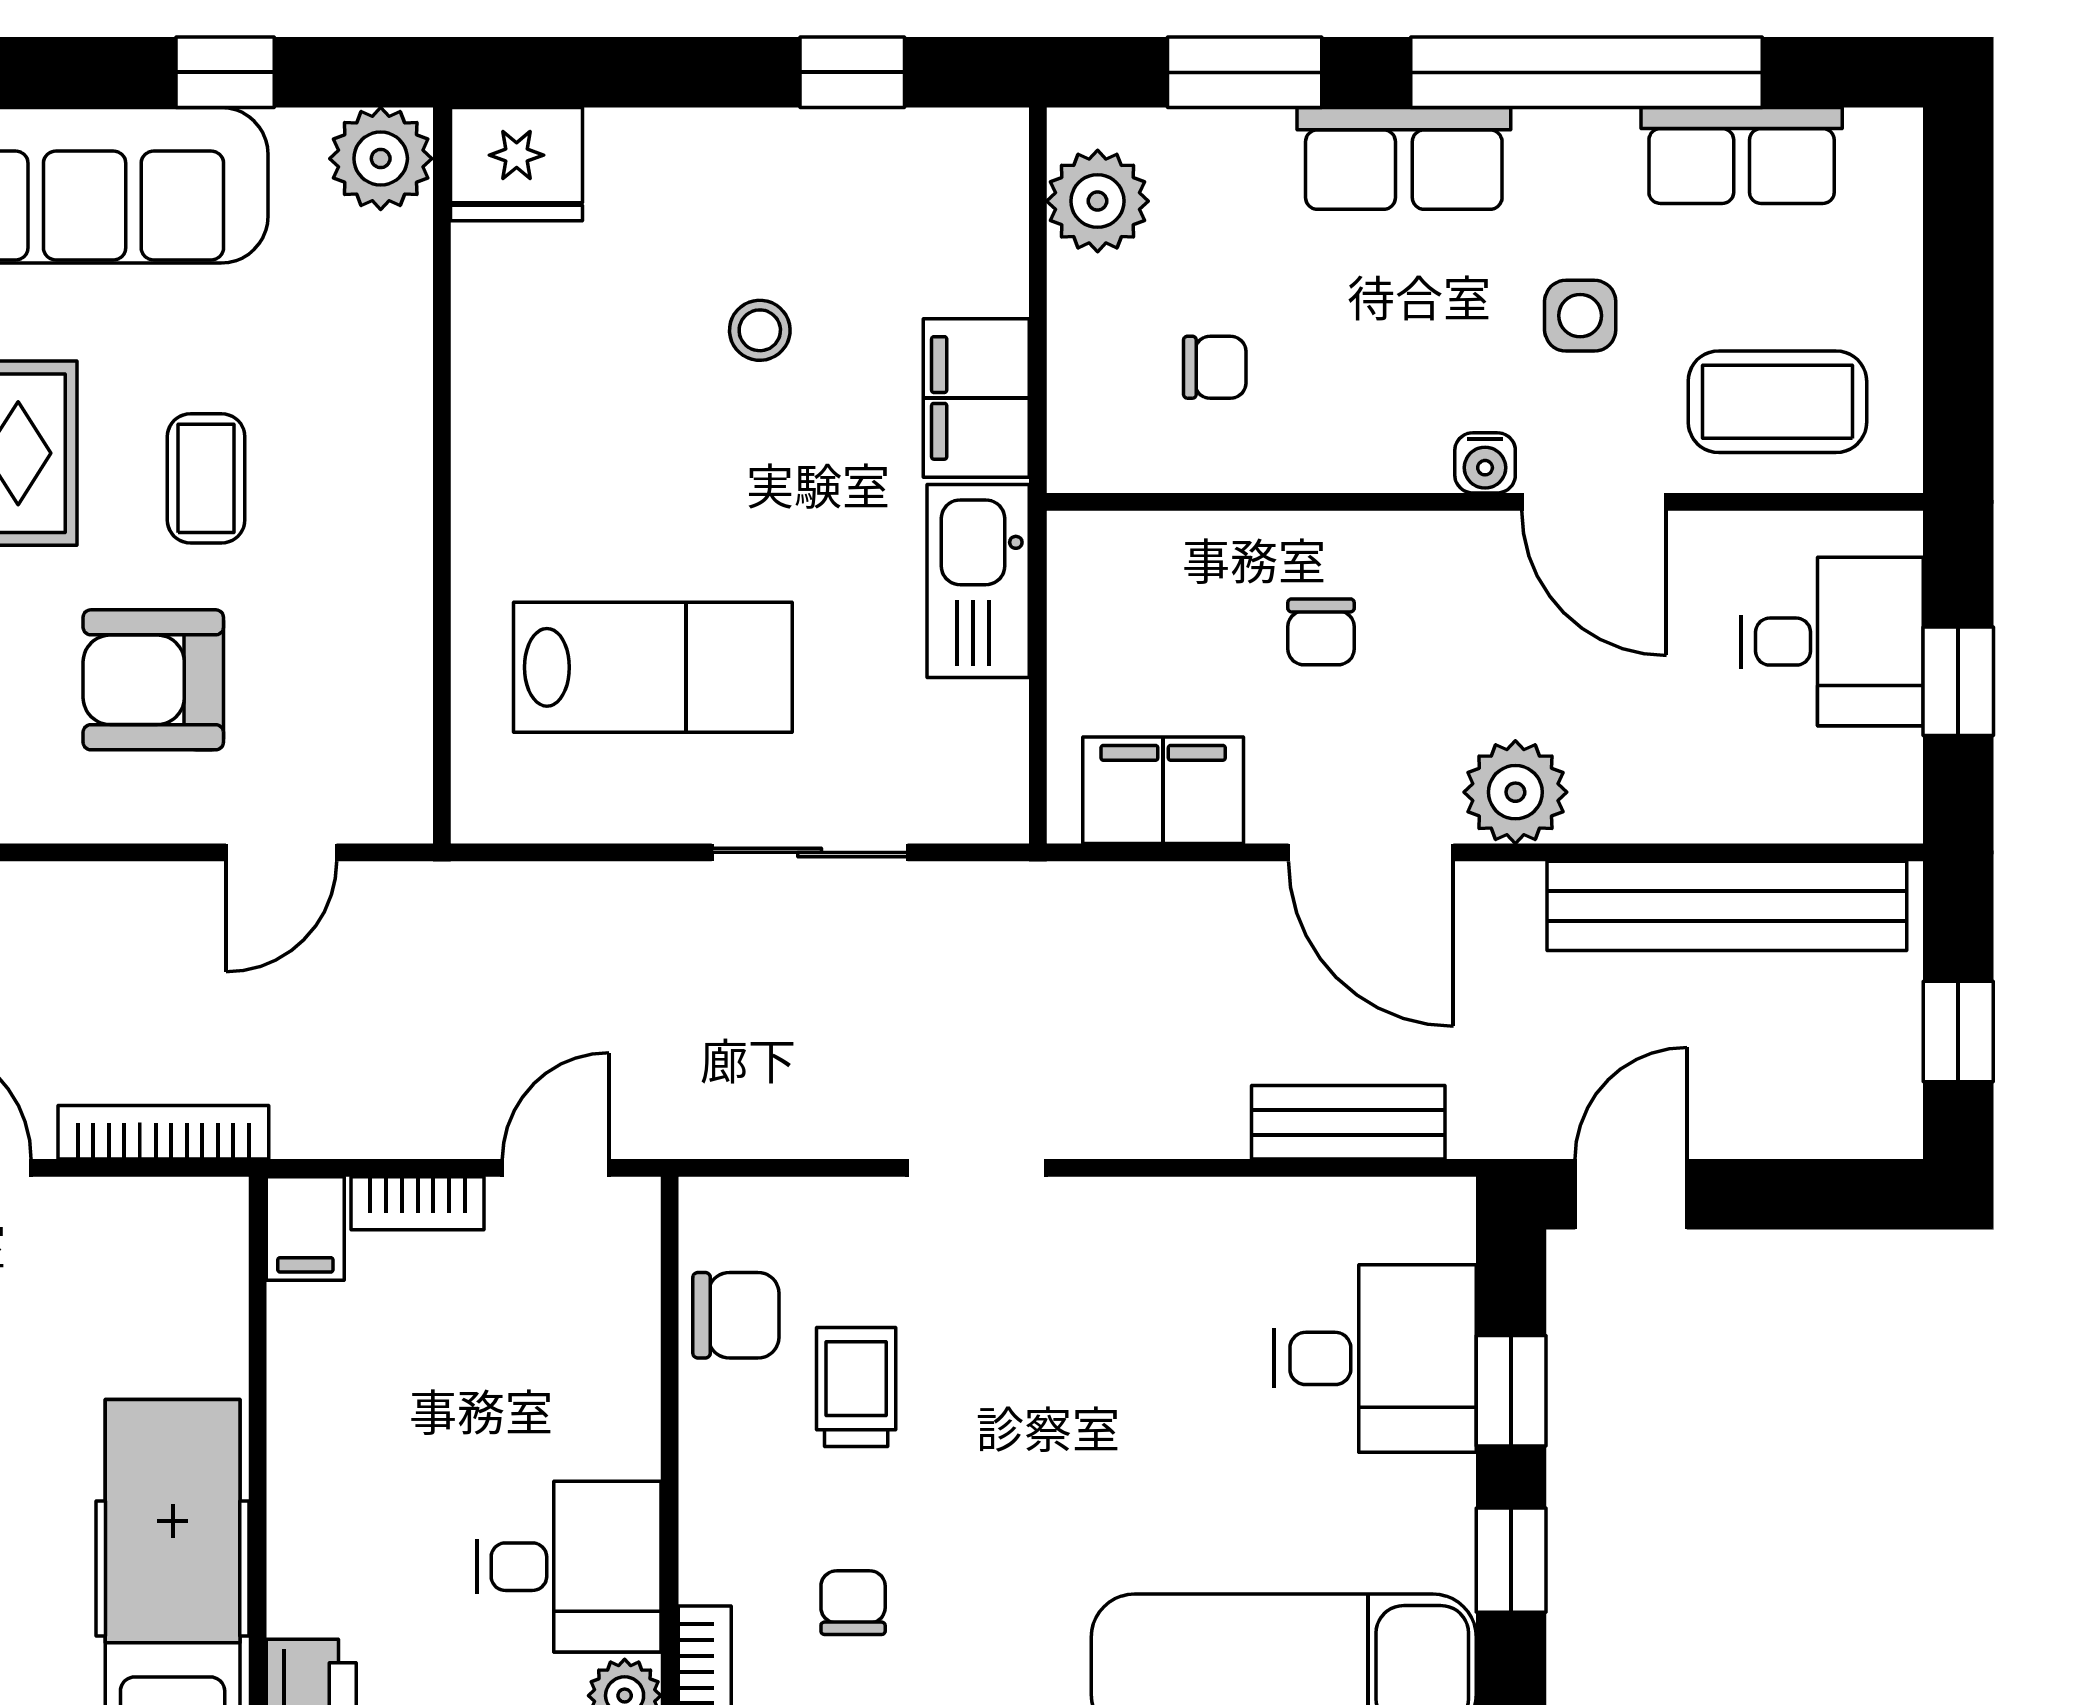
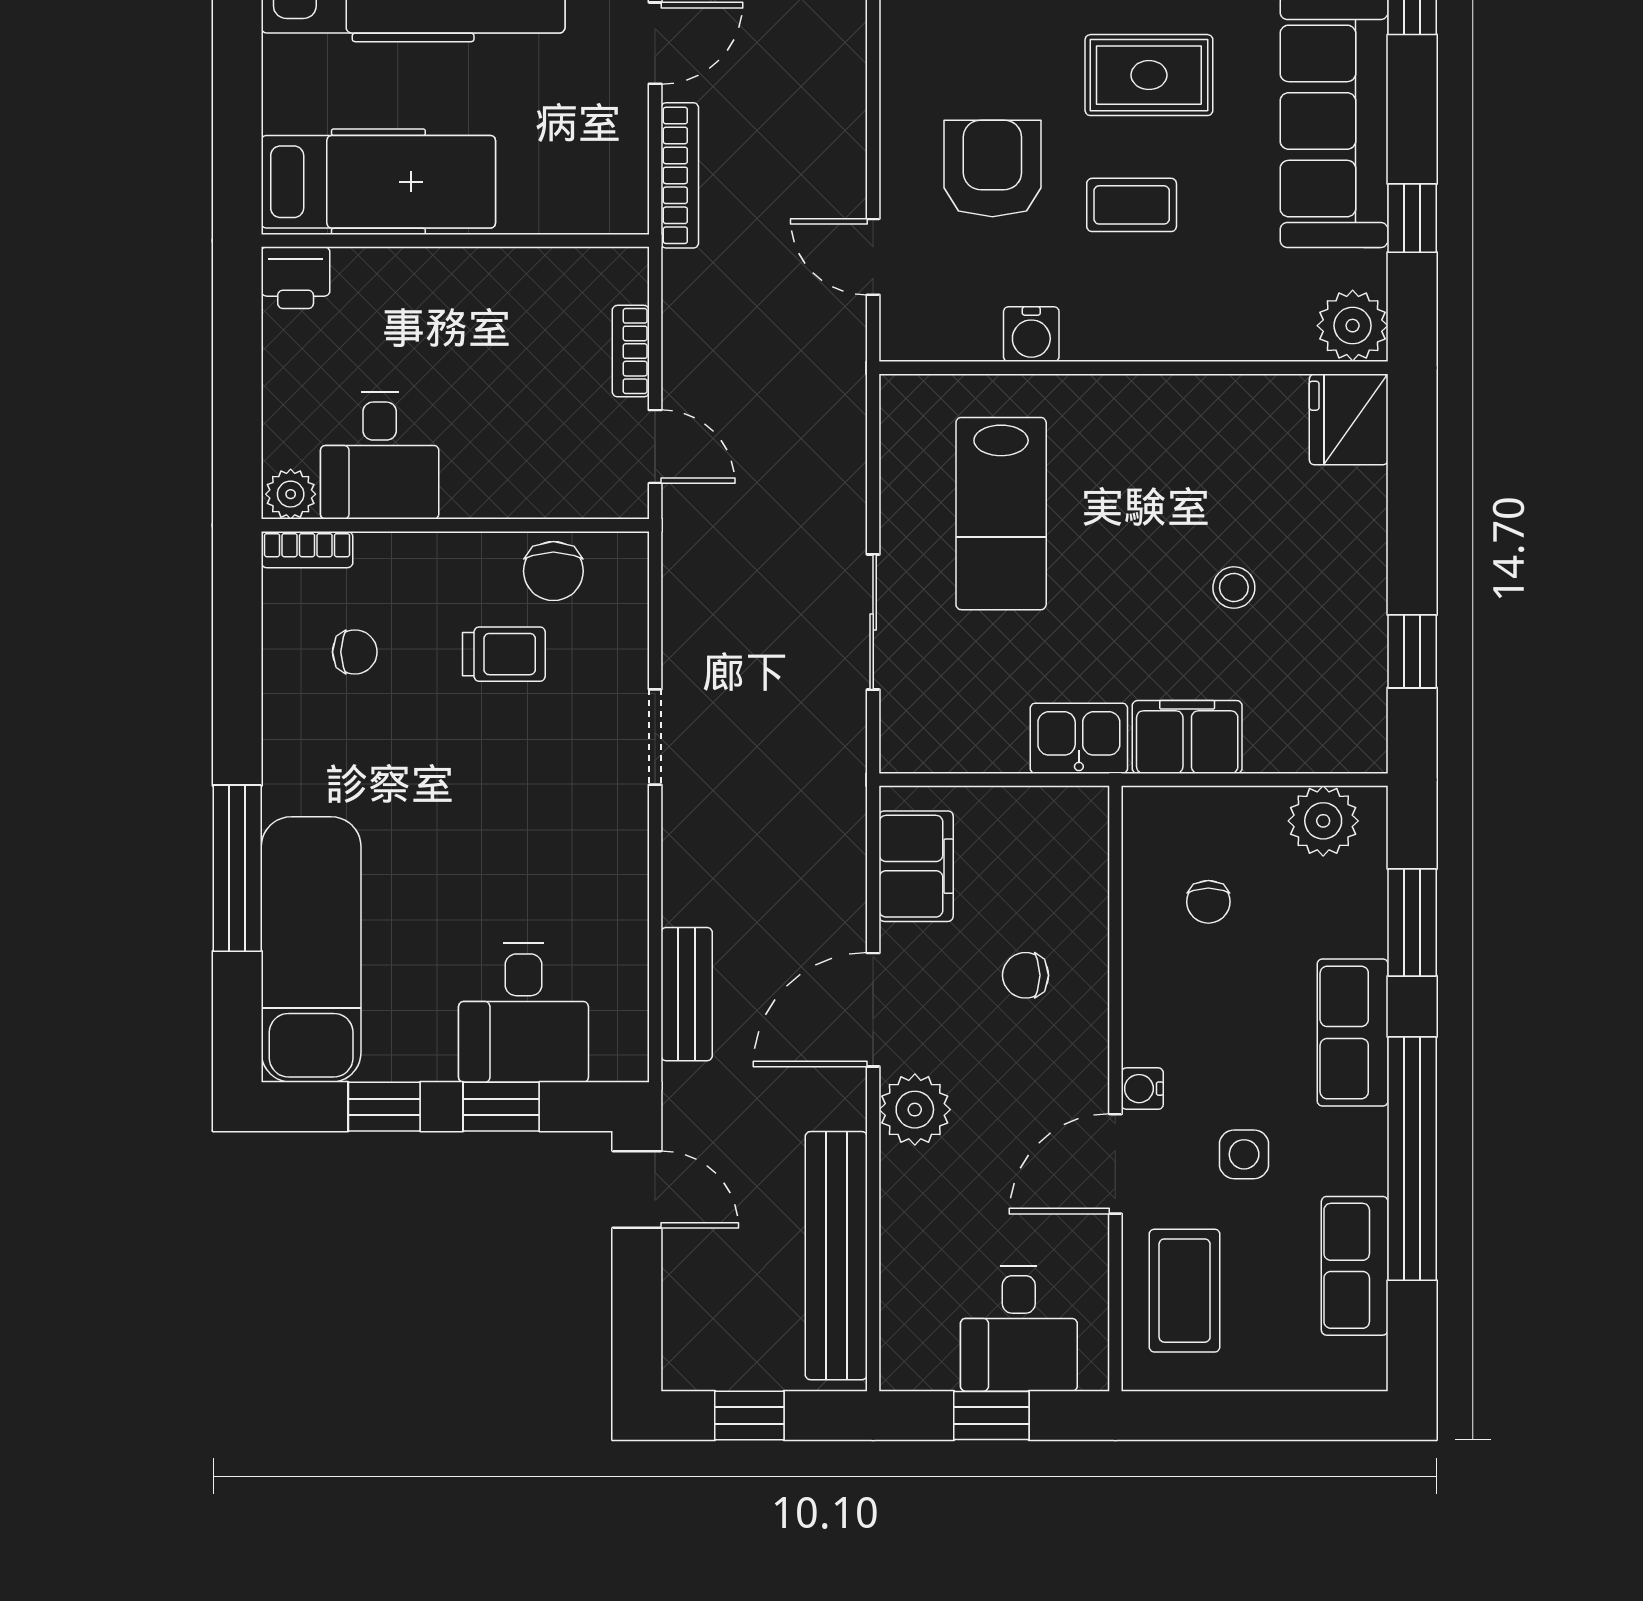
kitchen sink: (978, 581) -> (1079, 738), width x0.73
water cooler: (393, 624) -> (1031, 334), added
filing cabinet: (305, 1229) -> (613, 274), removed

